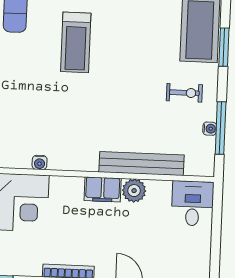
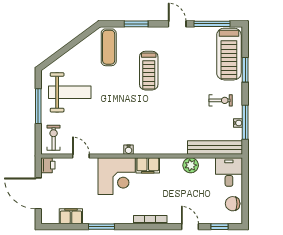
bench: (142, 164) -> (215, 147), moved
filing cabinet: (103, 189) -> (148, 165), moved
chair: (196, 252) -> (233, 204), added

